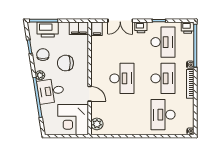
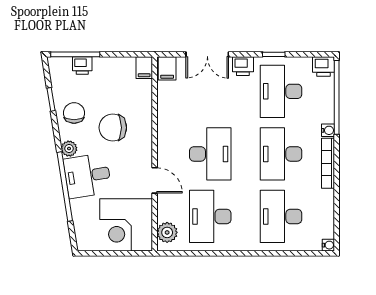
filing cabinet: (79, 28) -> (144, 68), width x0.50
printer: (48, 30) -> (82, 66), width x0.53, depth x0.68
desk: (163, 42) -> (281, 91), turned 180
desk: (163, 78) -> (281, 154), turned 180
desk: (122, 115) -> (210, 216), added

